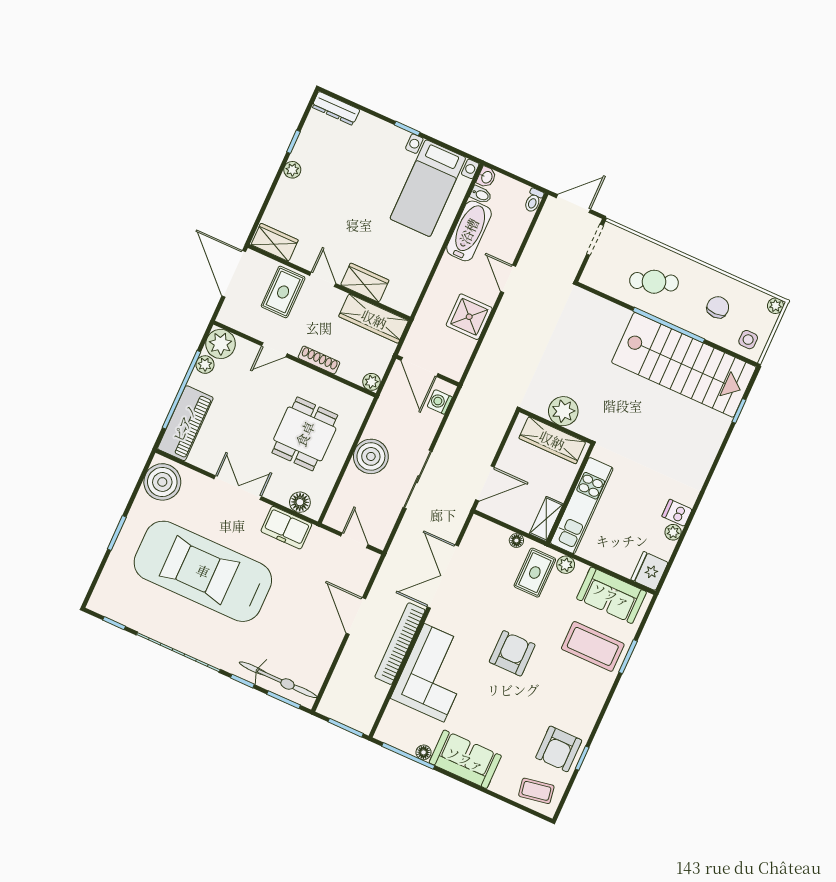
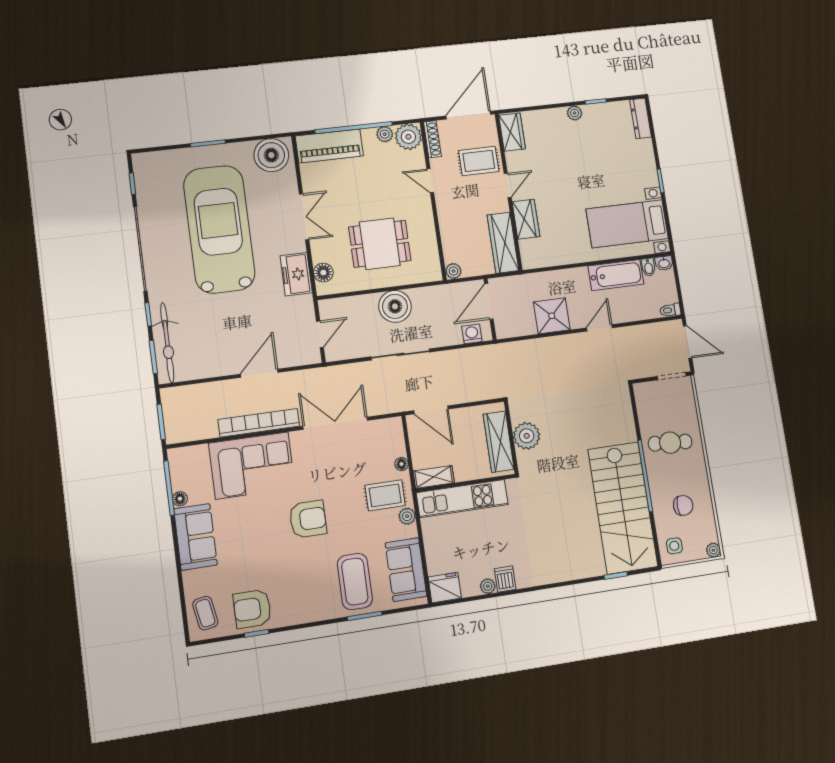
cafe table: (654, 282) -> (670, 443), turned -66
shoe rack: (319, 360) -> (432, 139), moved

